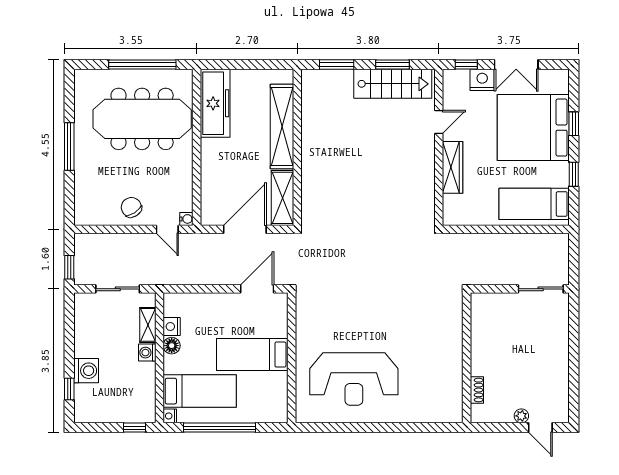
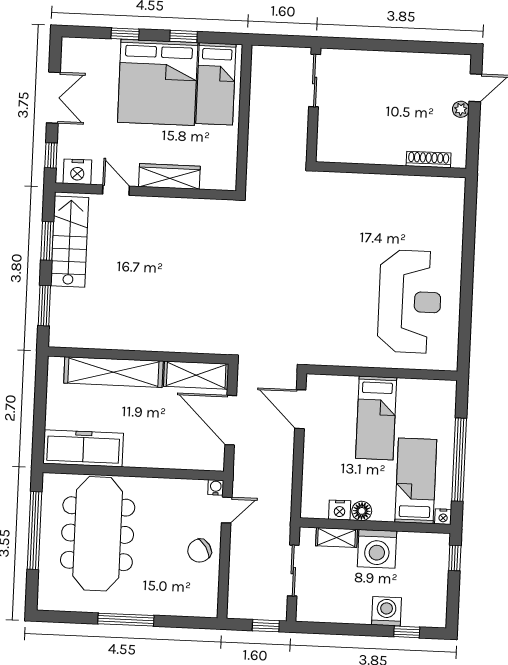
nightstand: (482, 80) -> (77, 172), moved, turned -90
bed: (533, 128) -> (158, 82), moved
washing machine: (147, 353) -> (377, 549), width x1.89, depth x1.89
shoe rack: (477, 390) -> (429, 160), width x1.43

